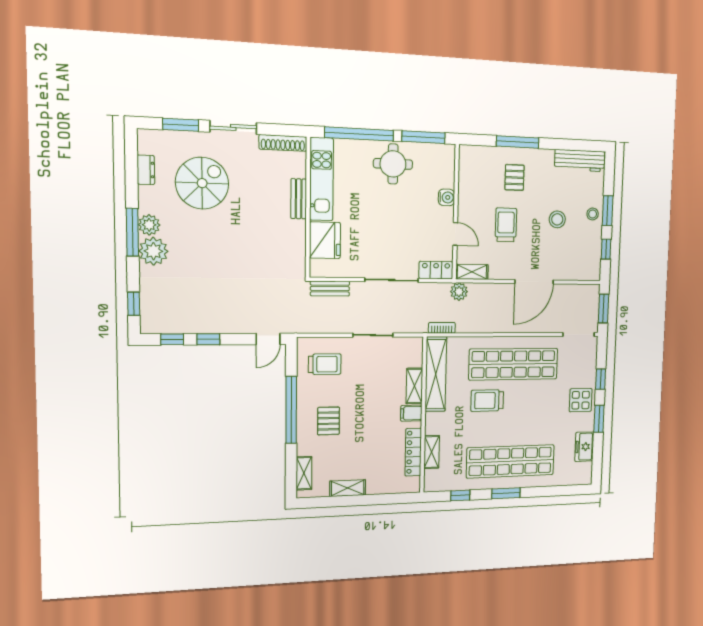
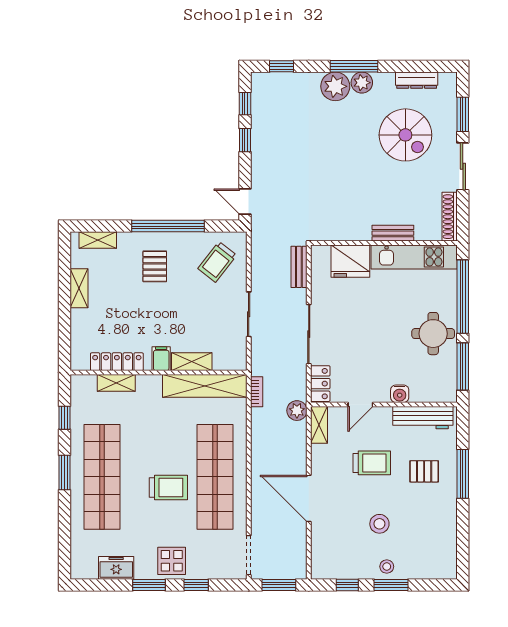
workbench: (580, 161) -> (423, 418), moved, turned -90
dresser: (146, 170) -> (417, 80), width x1.44
trolley: (325, 364) -> (217, 262), turned 38
trolley: (487, 401) -> (168, 488), moved, turned 90
pallet: (329, 421) -> (155, 266), turned 90

